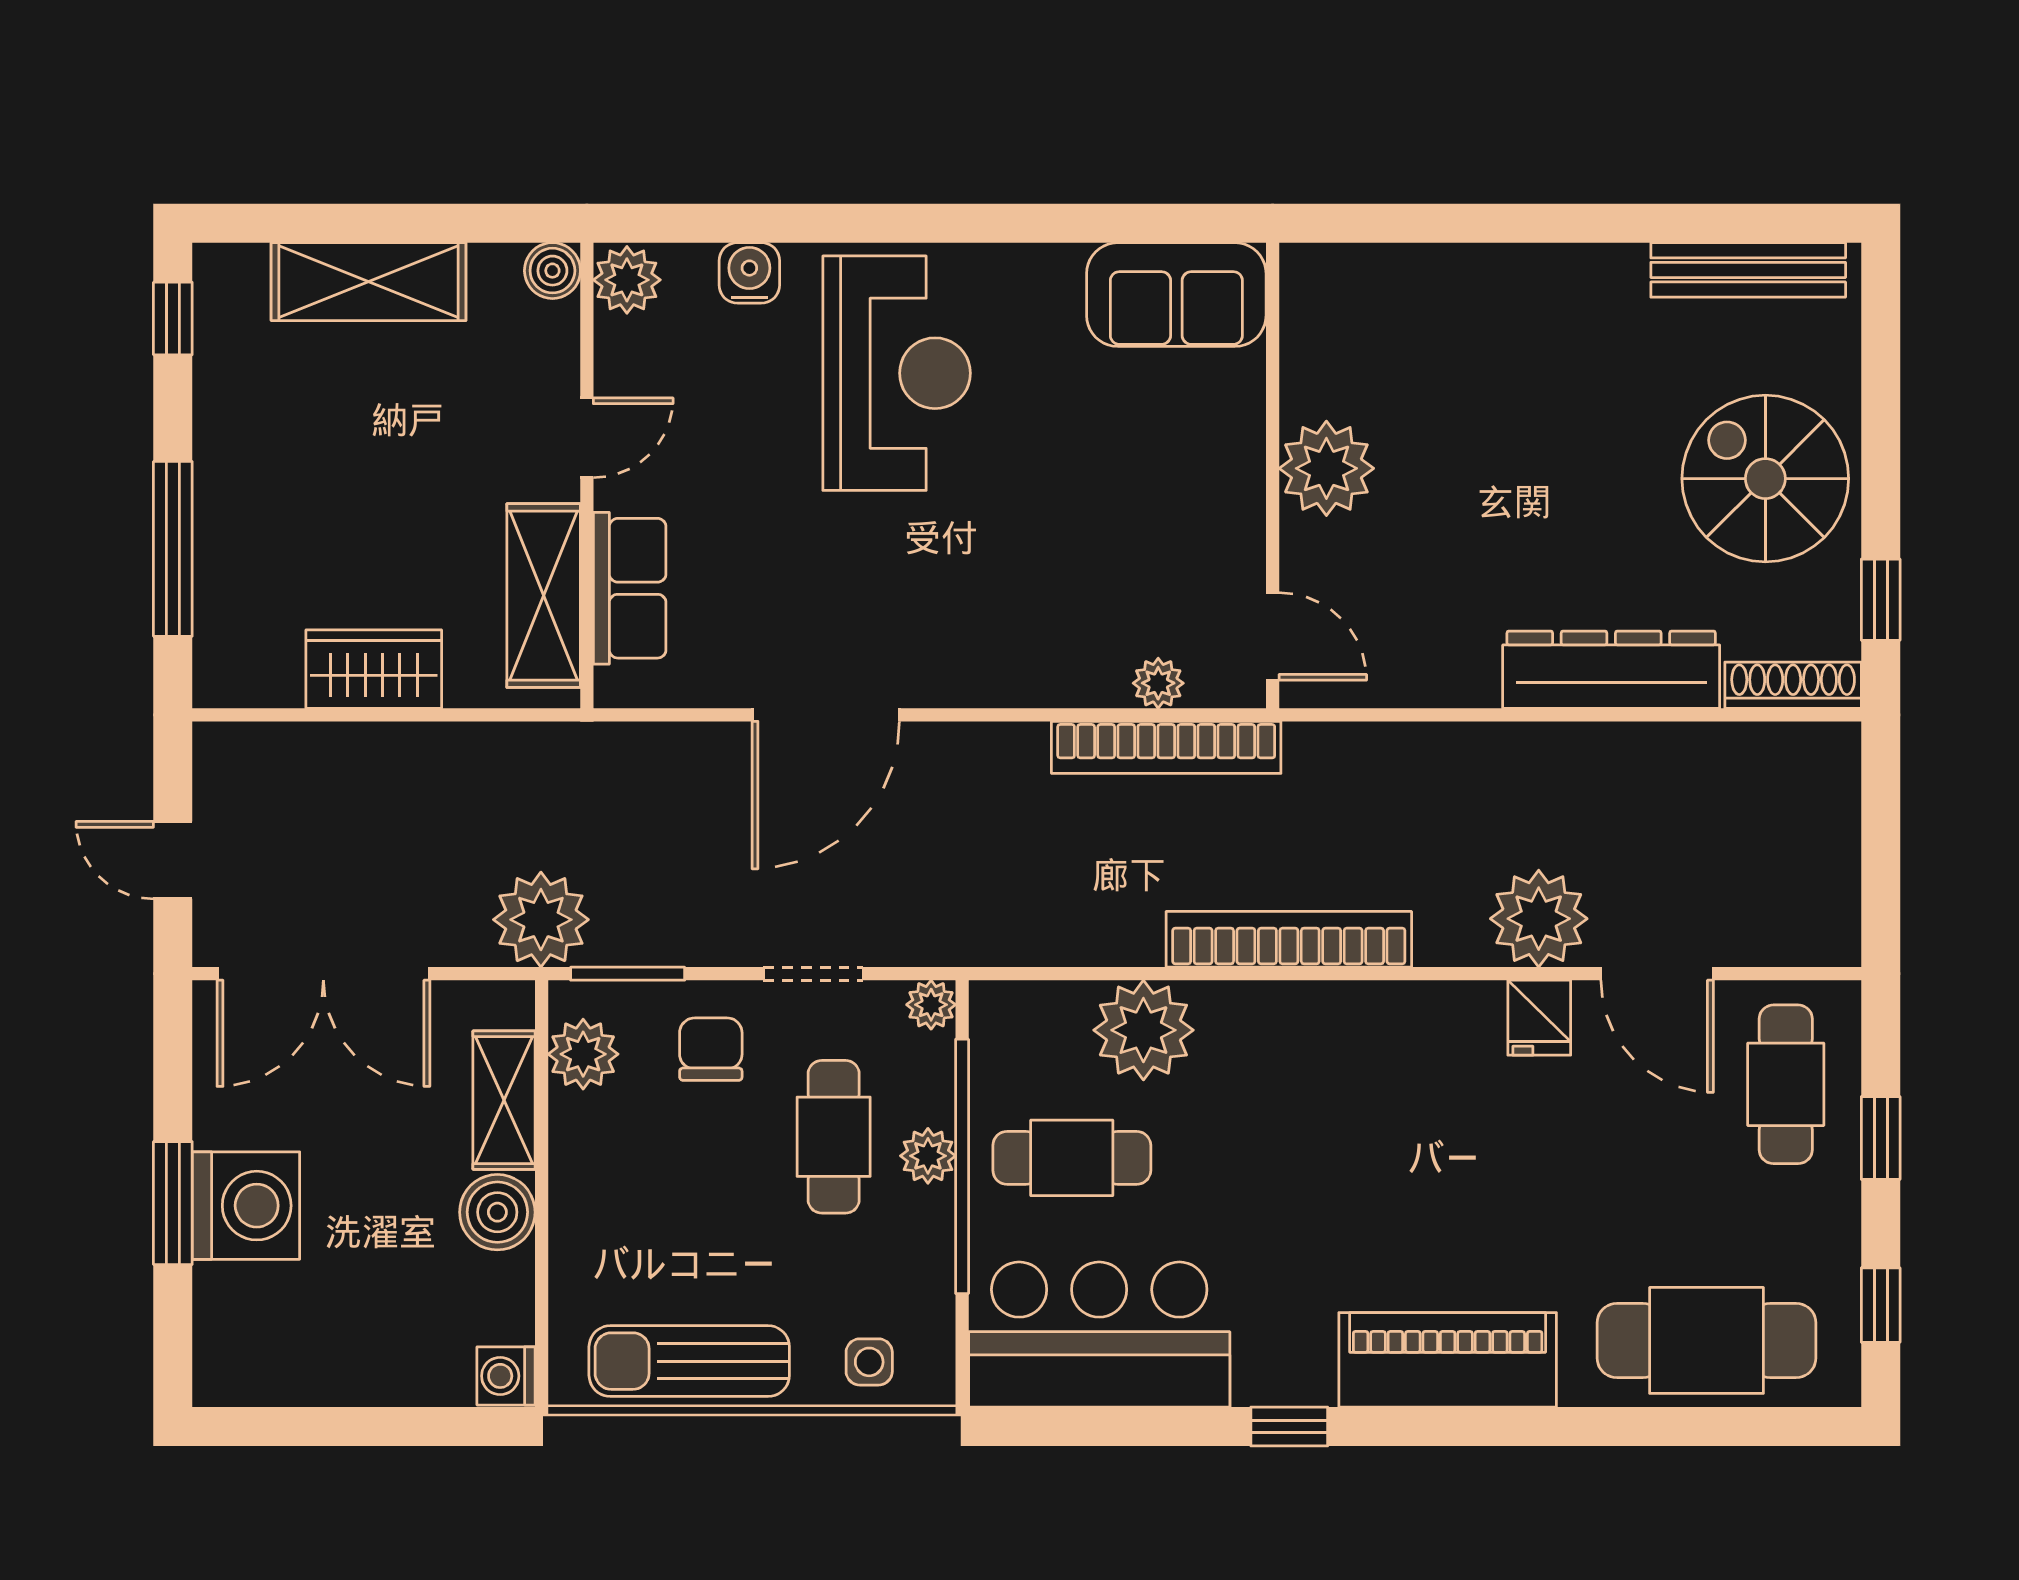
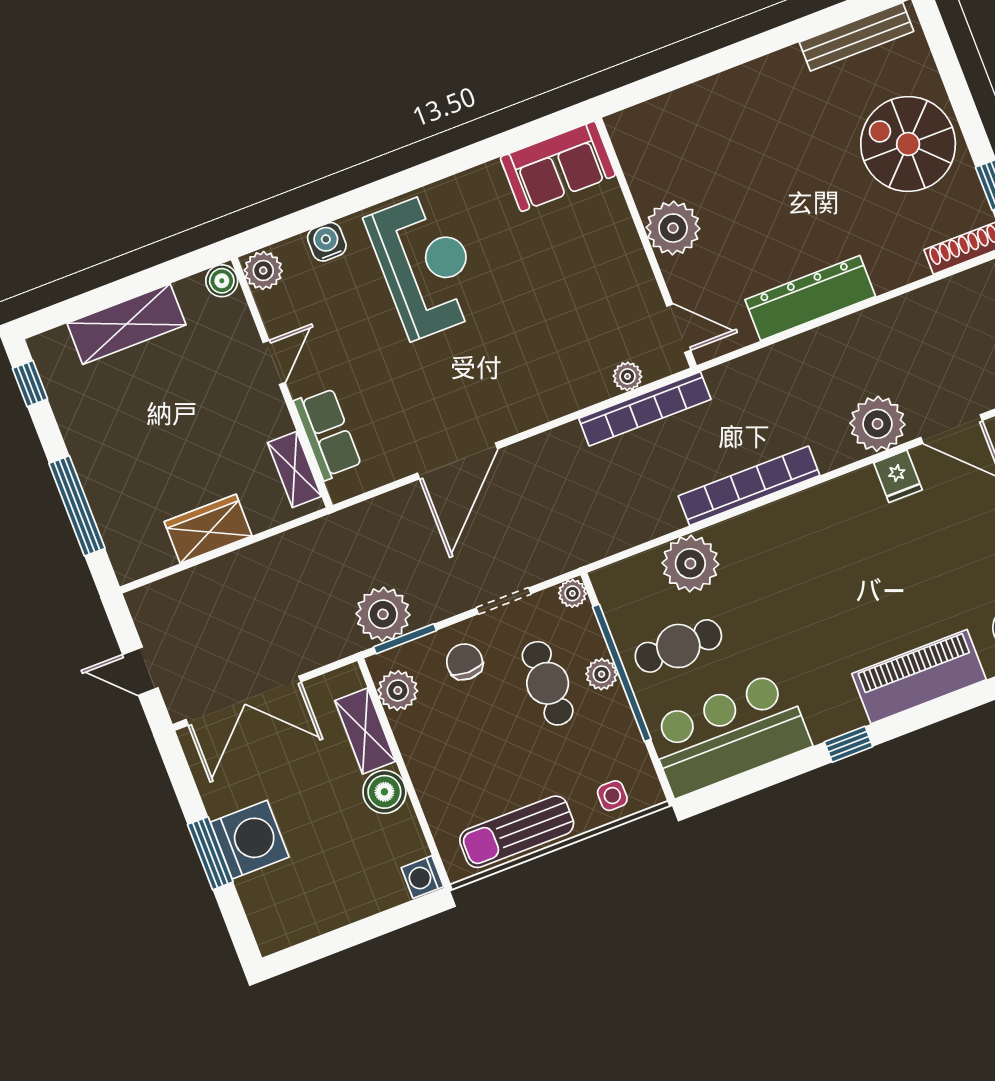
shelving: (544, 596) -> (294, 469), width x0.67, depth x0.75
dresser: (1611, 670) -> (810, 298), moved
plant: (541, 920) -> (383, 614), moved

